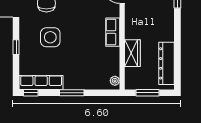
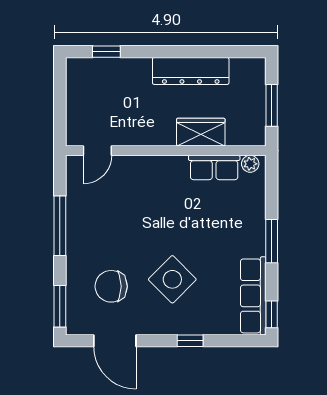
row of seats: (113, 32) -> (214, 168), moved
side table: (50, 37) -> (172, 279), turned 45
dresser: (167, 63) -> (191, 71), moved

